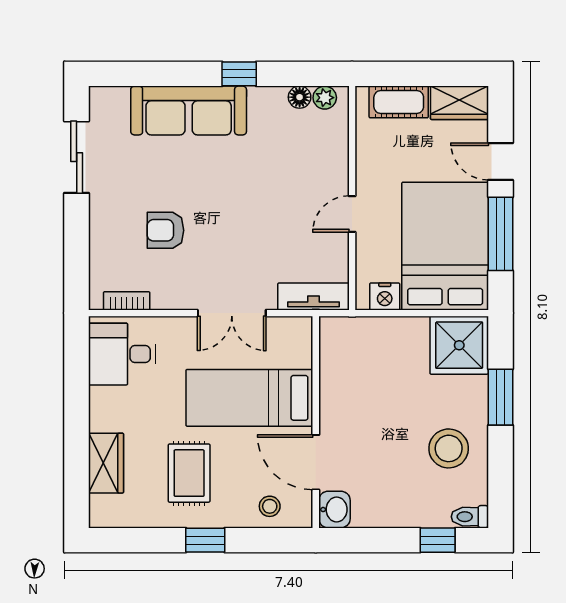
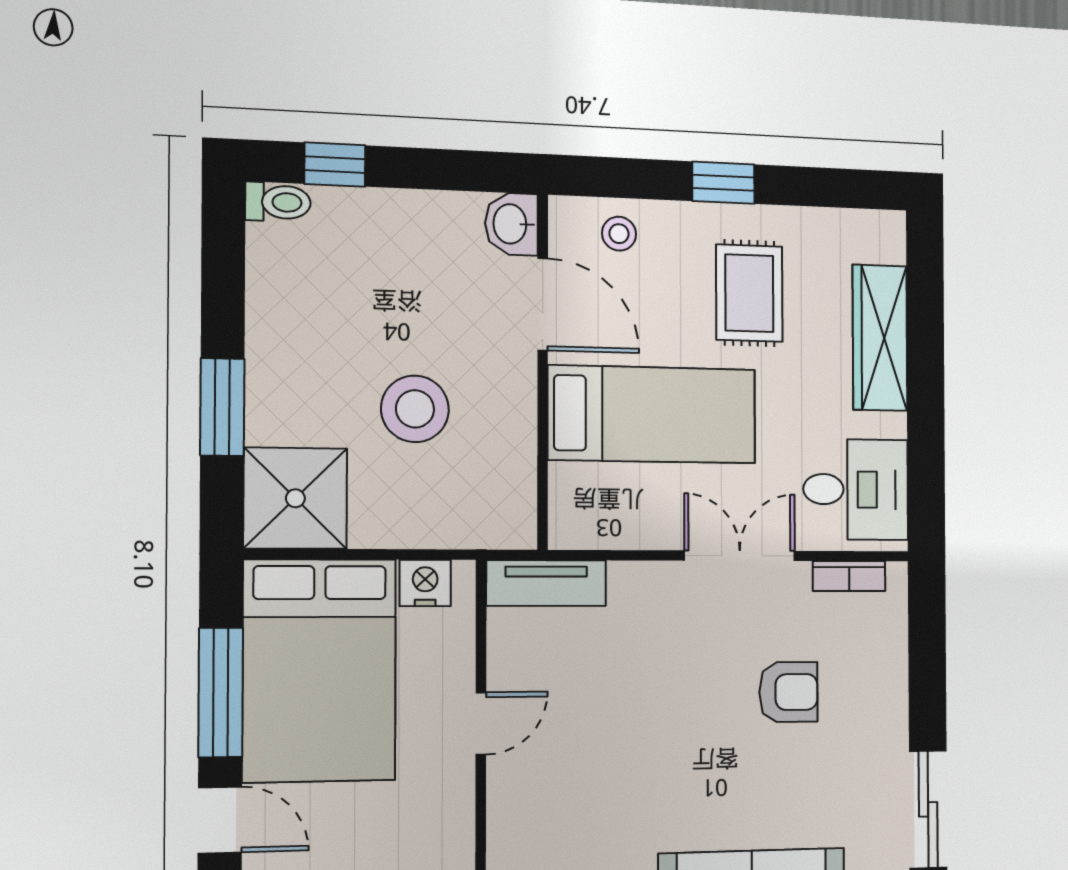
double door: (232, 313) -> (740, 556), moved
stool: (449, 448) -> (415, 409), moved
wardrobe: (106, 463) -> (880, 338), width x1.50

